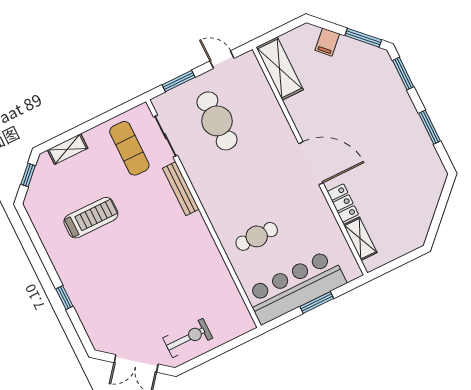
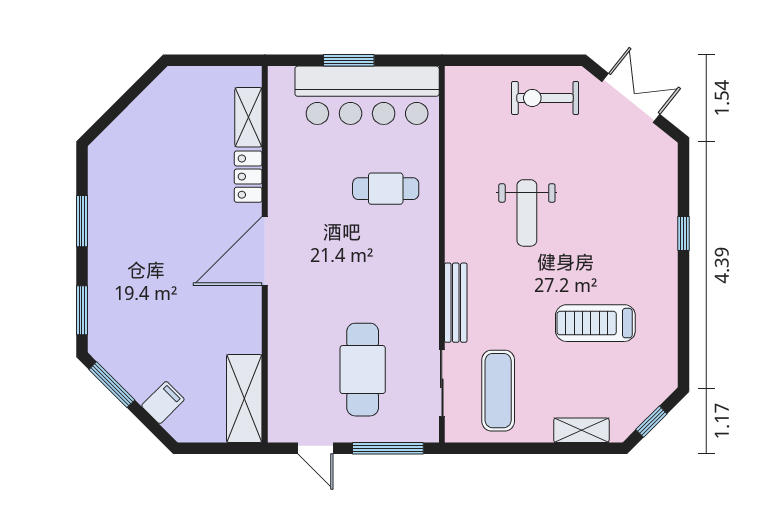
window: (179, 81) -> (388, 448), width x1.44
door: (311, 163) -> (265, 251), hinge flipped
weight bench: (165, 264) -> (527, 213), added

